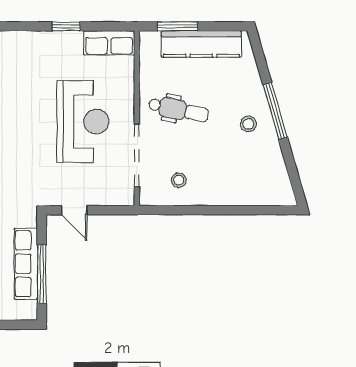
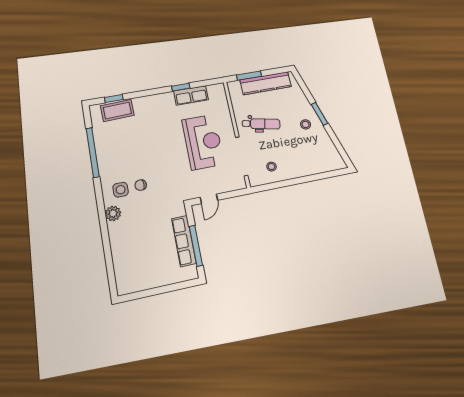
row of seats: (109, 43) -> (191, 95), moved
window: (275, 111) -> (319, 114), width x0.69
door: (74, 210) -> (209, 199), hinge flipped

